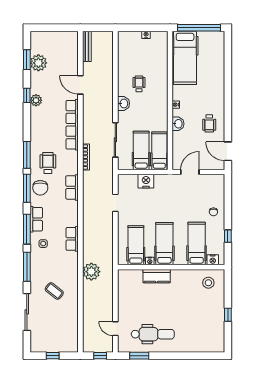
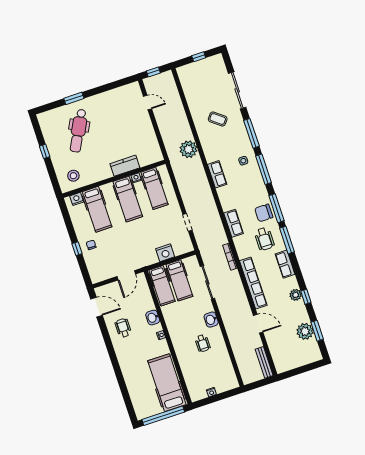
chair: (40, 188) -> (264, 213), turned -90
row of seats: (36, 219) -> (285, 264), moved
window: (228, 236) -> (77, 249), moved
dental chair: (153, 334) -> (78, 131), moved, turned -62
window: (139, 356) -> (74, 98), moved

